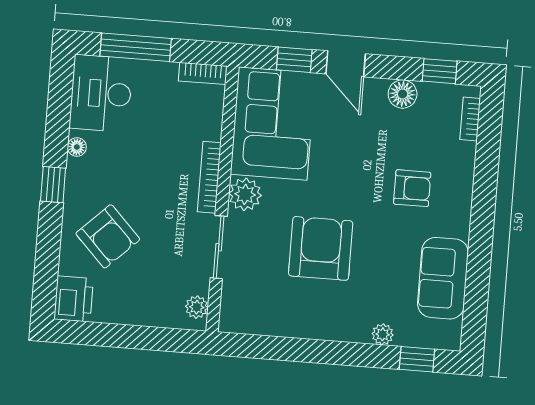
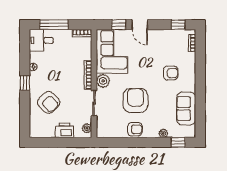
desk: (101, 93) -> (41, 40), width x0.73
floor lamp: (403, 94) -> (164, 35), removed
printer: (74, 299) -> (64, 130), moved, turned -90
armchair: (314, 319) -> (135, 129), added

